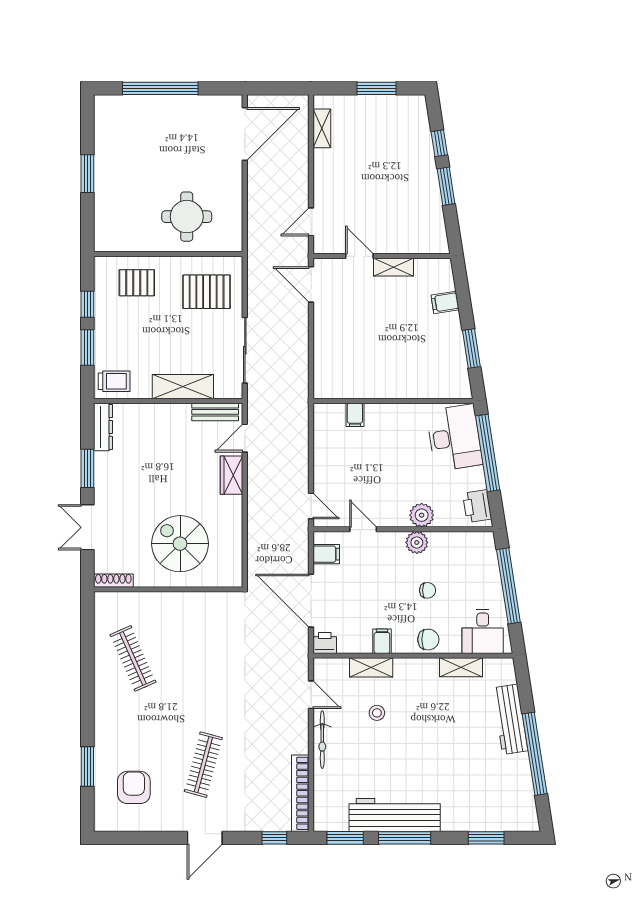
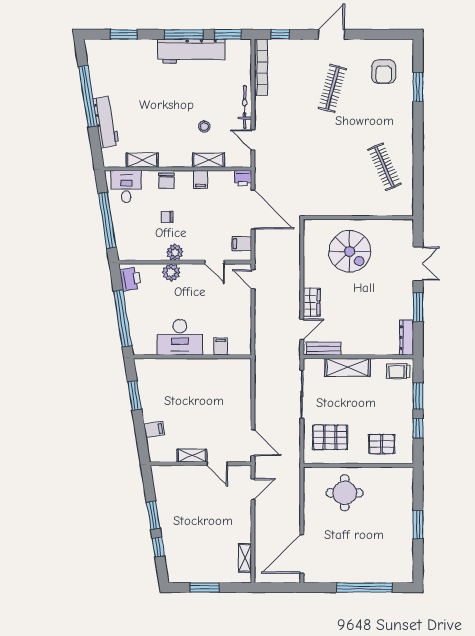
desk: (454, 438) -> (180, 337), moved, turned -81
shoe rack: (113, 581) -> (399, 224), removed
chair: (428, 640) -> (166, 181), turned -90

